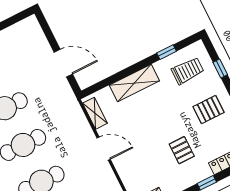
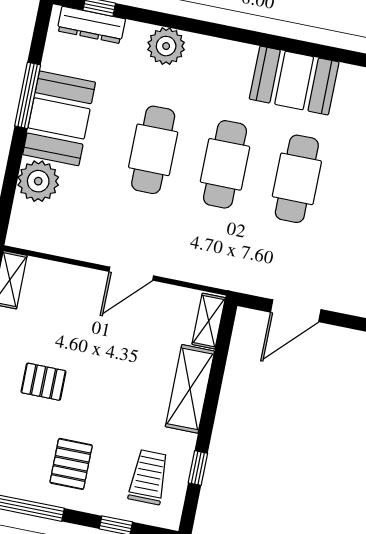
trolley: (188, 71) -> (149, 477), turned 180
shelving: (95, 113) -> (209, 321), moved, turned 90

